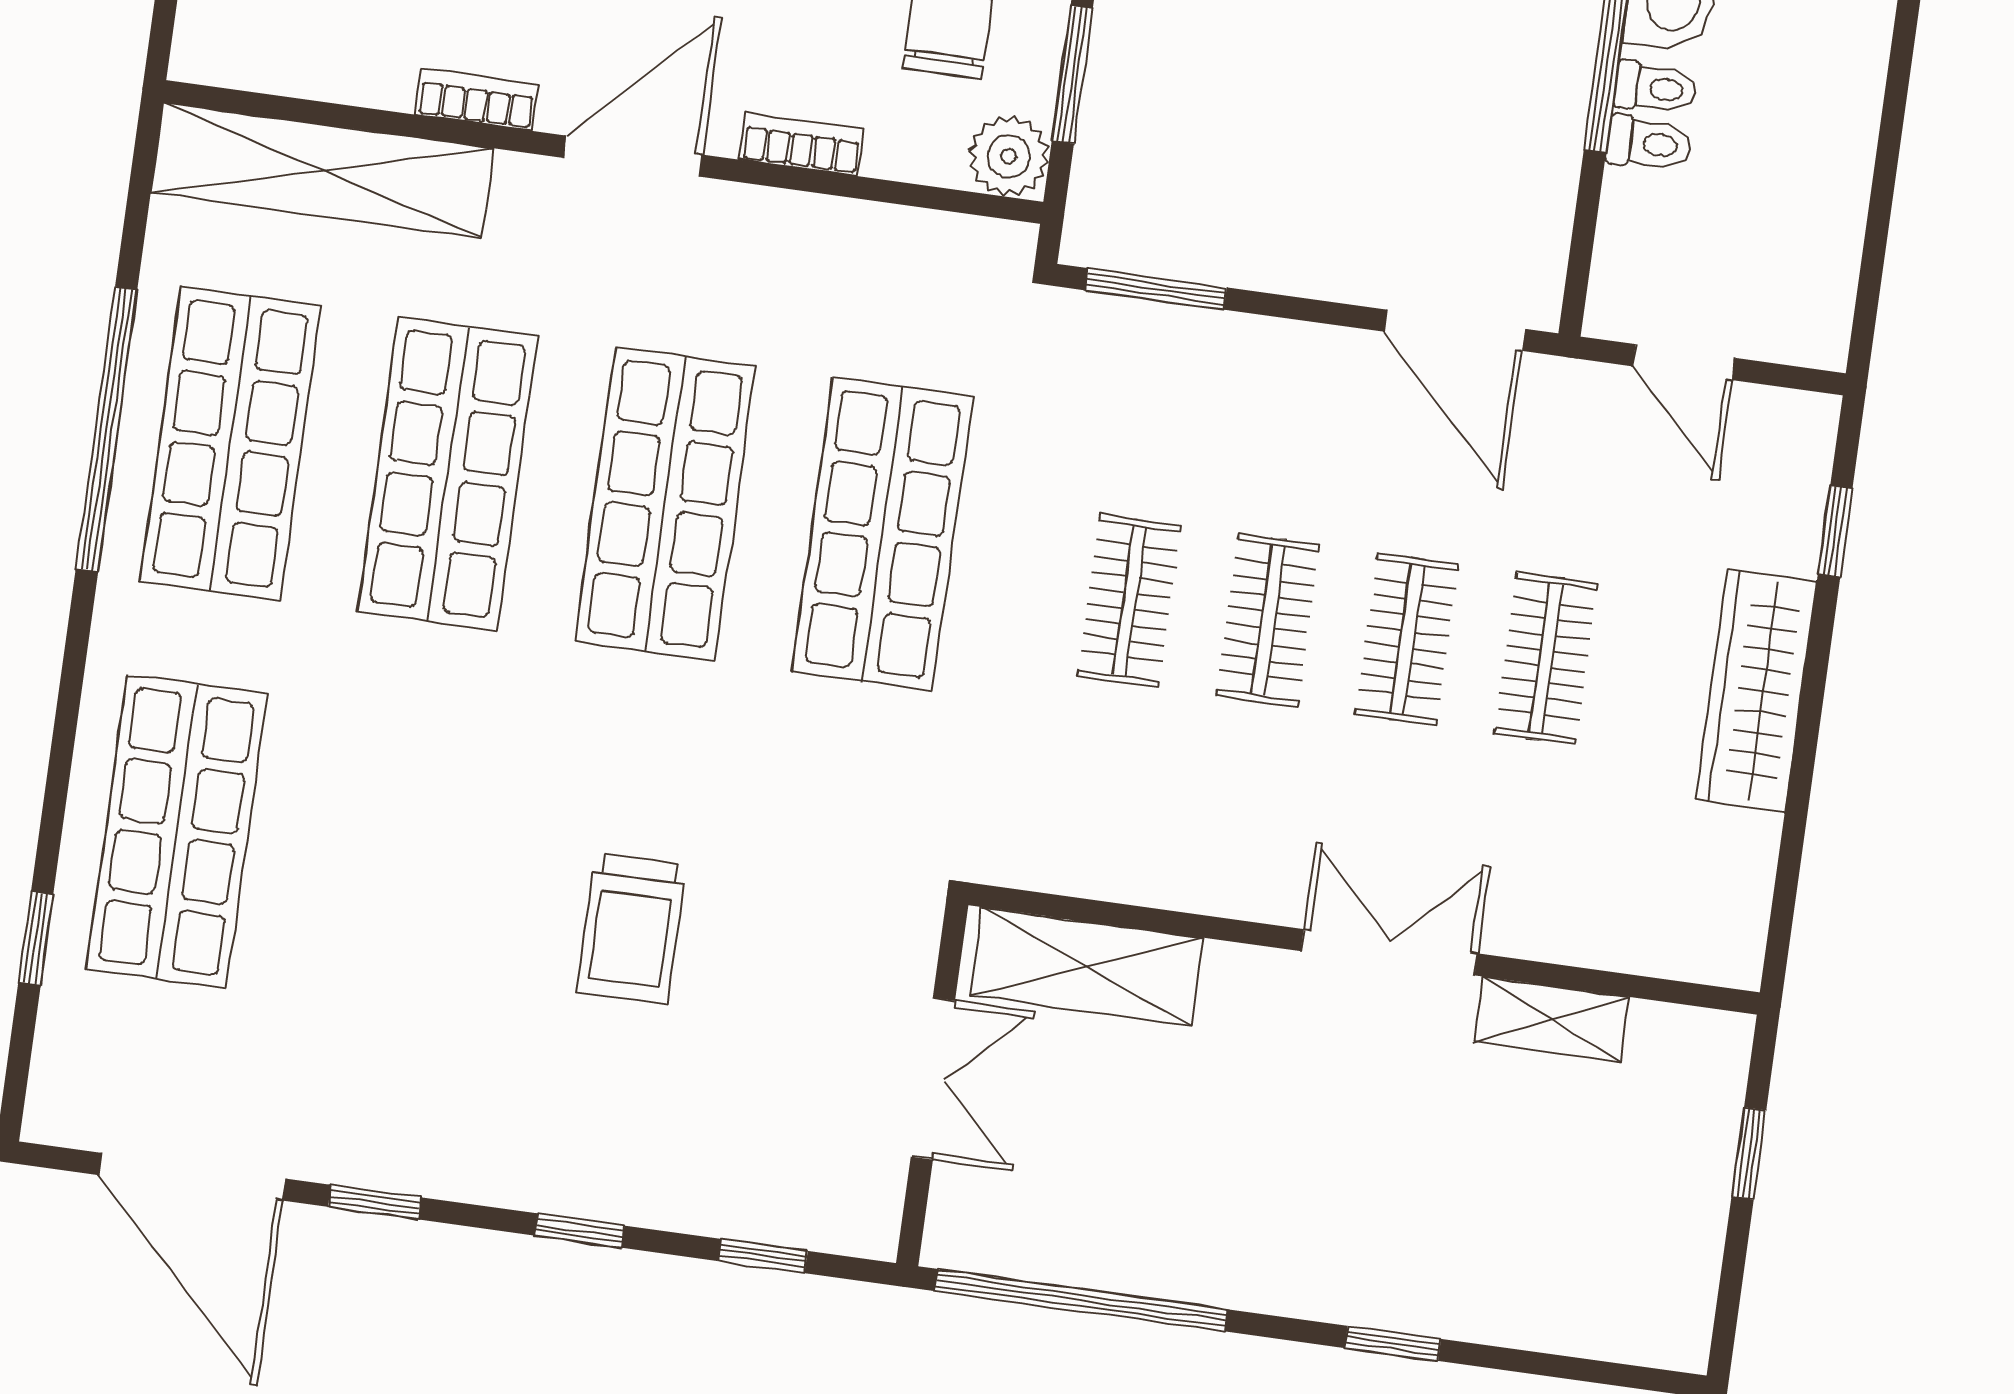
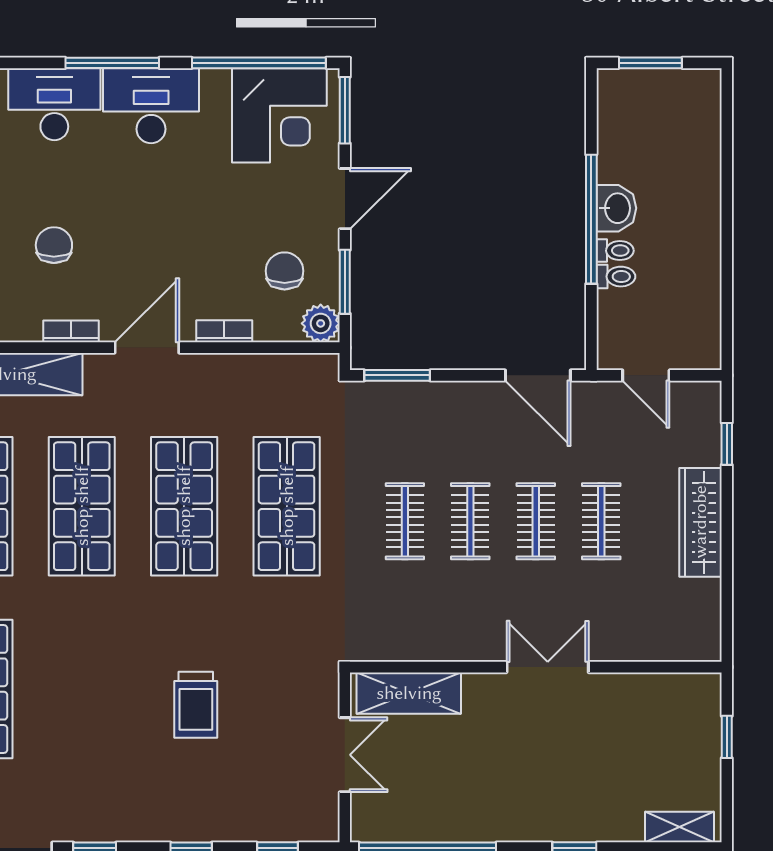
shelving: (1552, 1019) -> (679, 827), moved

